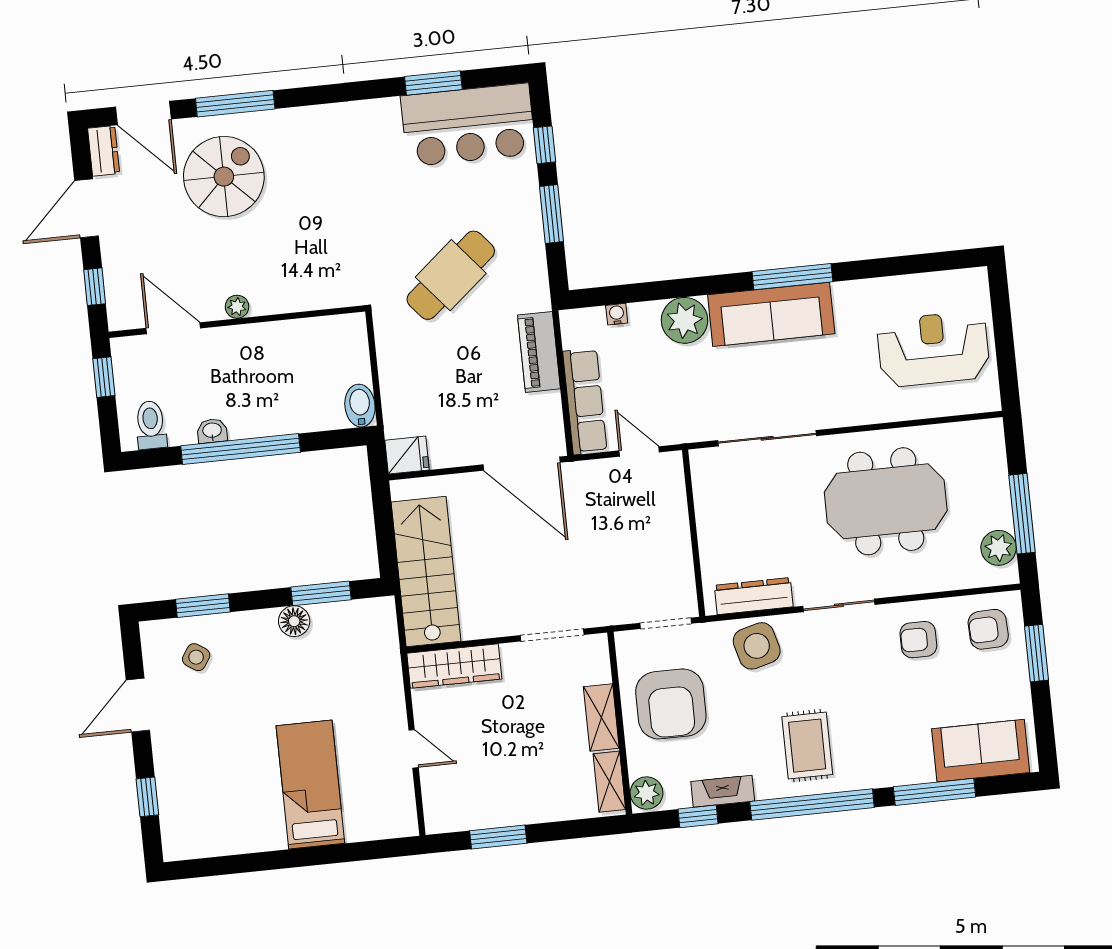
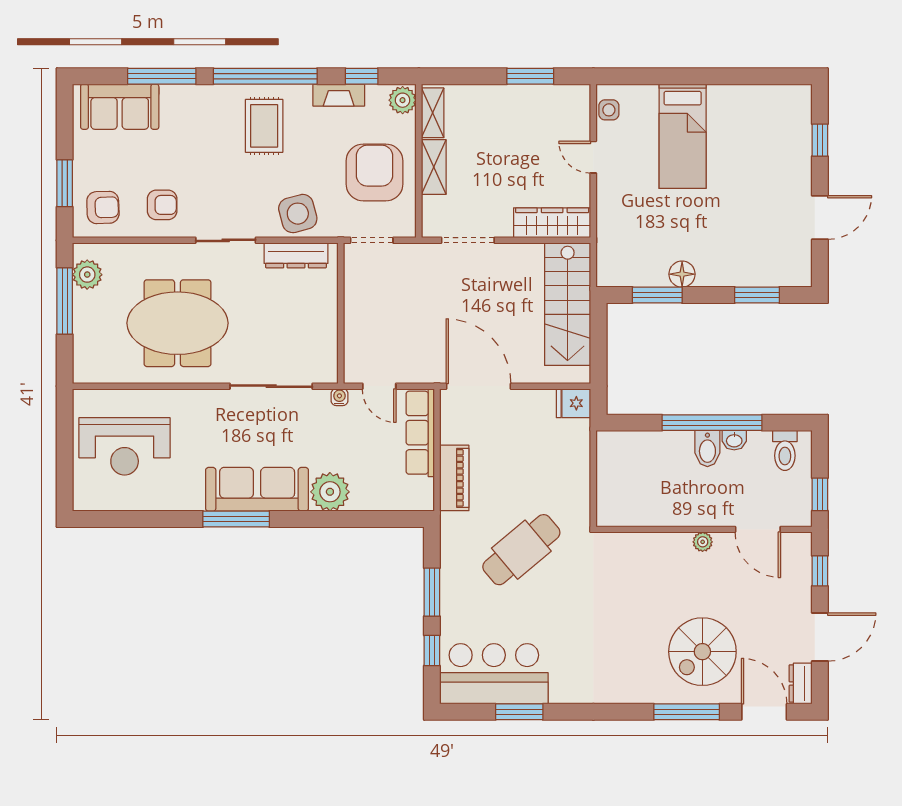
water cooler: (617, 314) -> (339, 397), moved, turned 180
bidet: (360, 406) -> (707, 449), moved
side table: (196, 657) -> (609, 110), moved, turned -33

